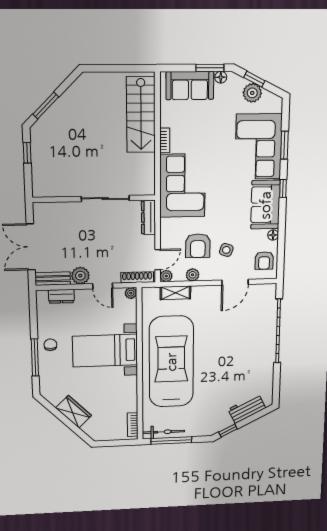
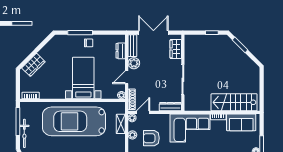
sofa: (190, 86) -> (241, 122), moved, turned -90
wardrobe: (56, 211) -> (176, 49), added
door: (158, 260) -> (143, 112), swing flipped
car: (171, 362) -> (74, 121), turned 180
wardrobe: (74, 412) -> (33, 65), moved
bicycle: (163, 432) -> (24, 133), moved

